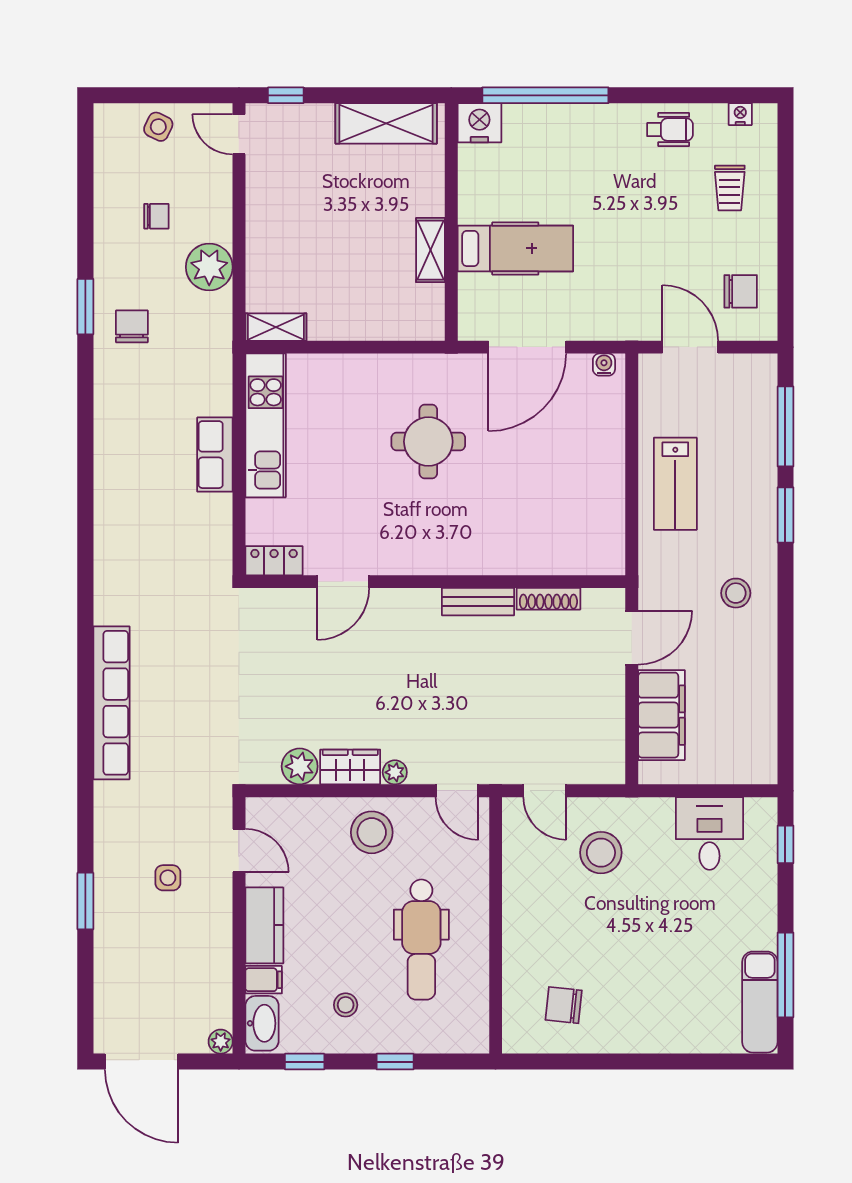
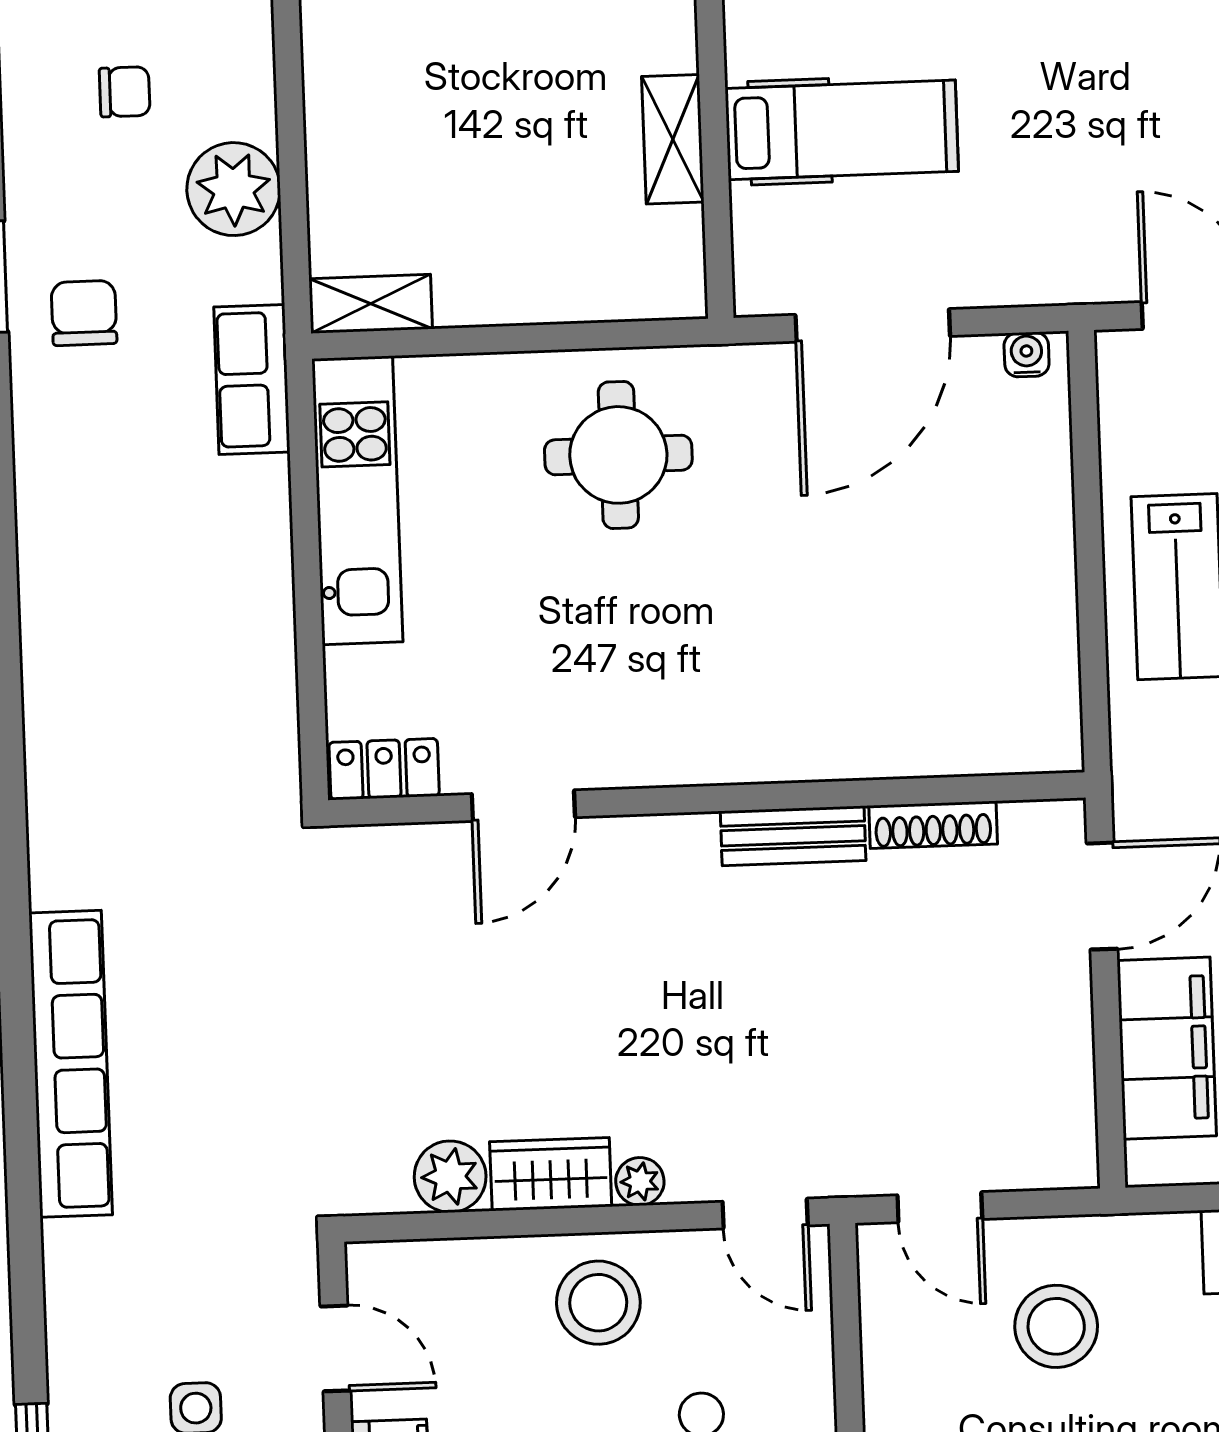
round table: (428, 442) -> (618, 455), moved
row of seats: (215, 455) -> (252, 379), moved

